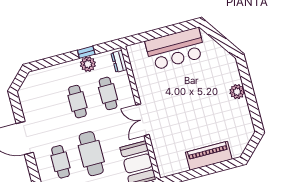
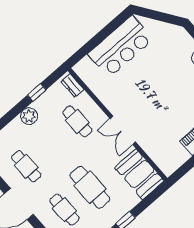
plant: (88, 64) -> (29, 116), moved
cafe table: (77, 102) -> (26, 166), moved

